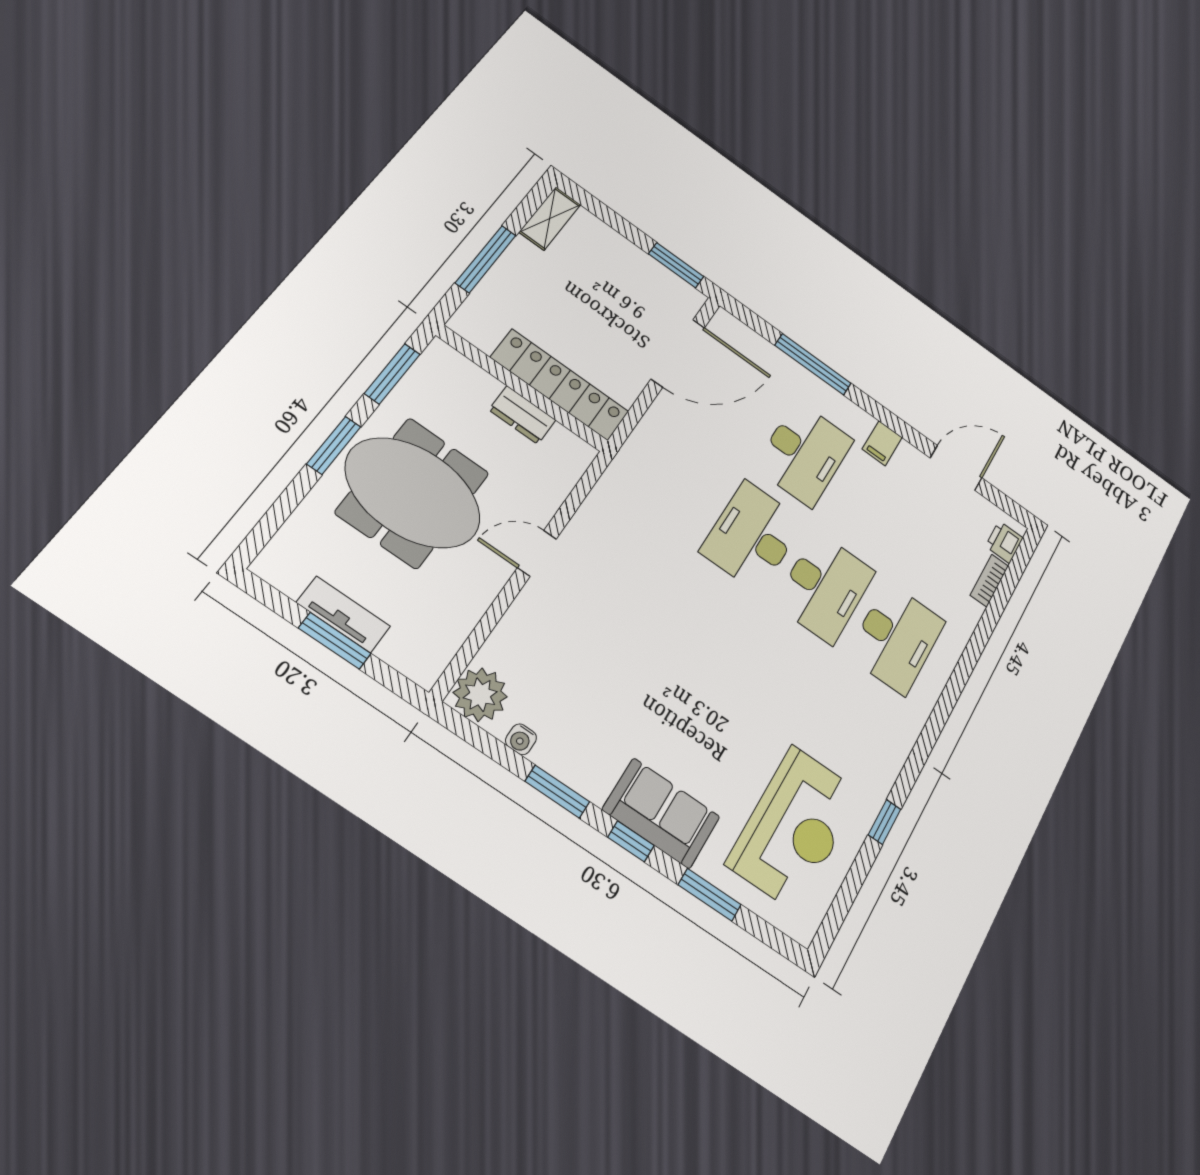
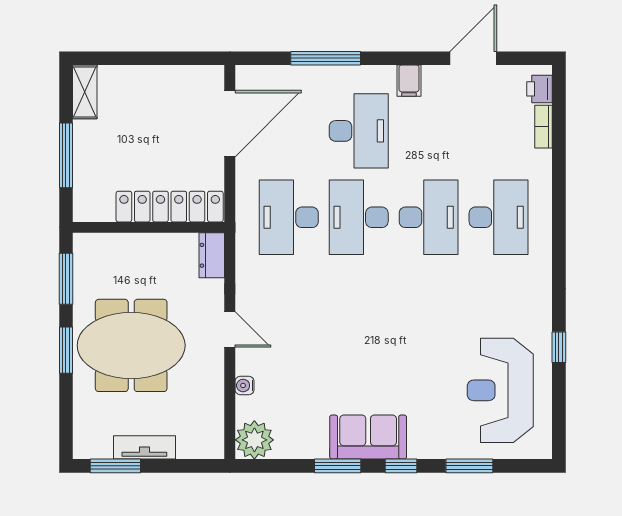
window: (676, 265) -> (187, 58), removed
dresser: (522, 415) -> (212, 255), moved, turned 90
desk: (679, 485) -> (289, 217), added
door: (537, 553) -> (230, 329), swing flipped
window: (335, 641) -> (115, 466), moved
water cooler: (521, 739) -> (245, 385), moved, turned 90
sofa: (661, 813) -> (368, 437), moved
reception desk: (795, 828) -> (500, 390), turned 180

